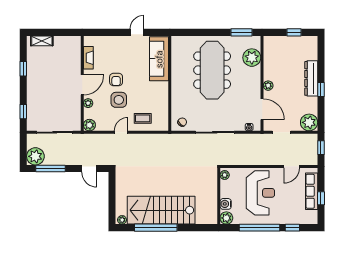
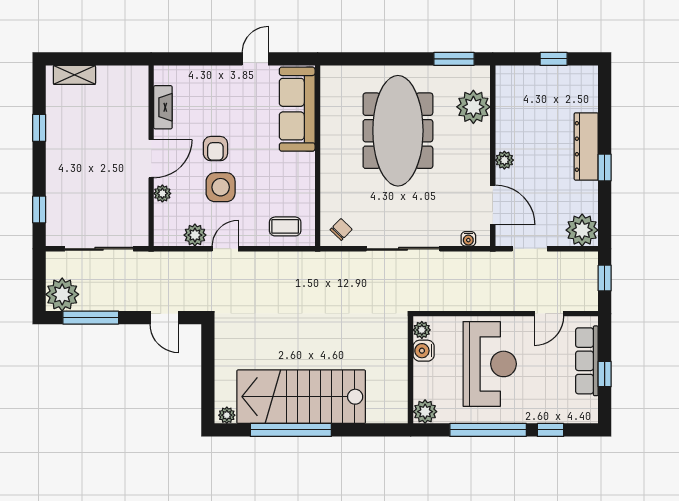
coffee table: (143, 118) -> (285, 226), moved
plant: (89, 125) -> (195, 235), moved
water cooler: (226, 204) -> (424, 351), moved

